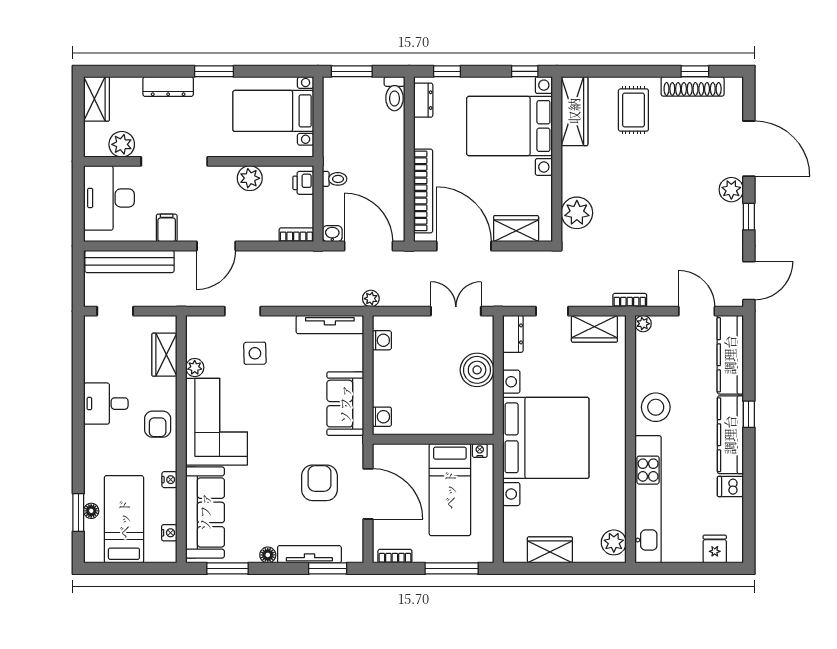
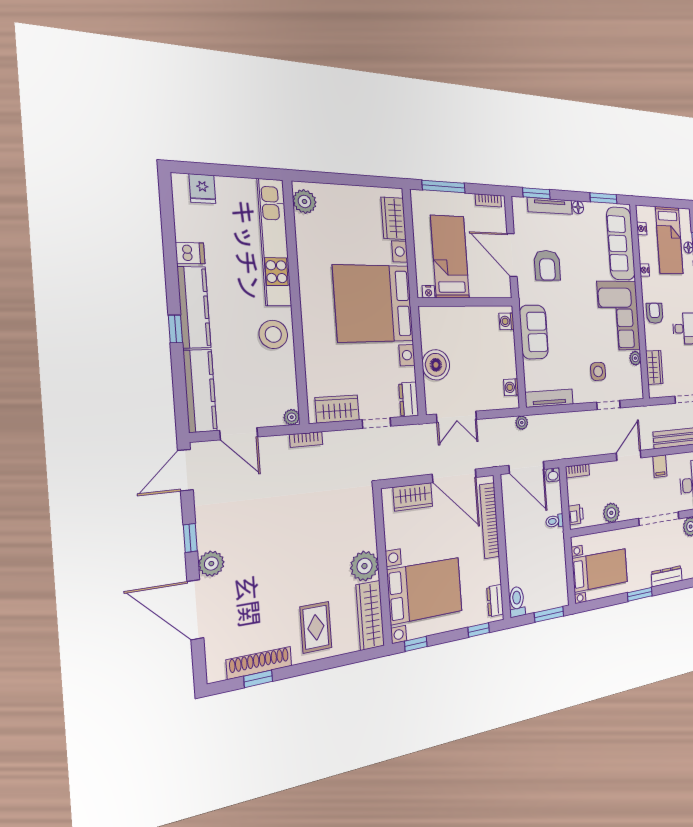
plant: (577, 213) -> (364, 566), moved
wardrobe: (550, 550) -> (394, 218), moved, turned 90

